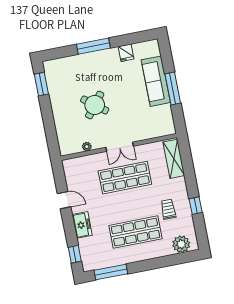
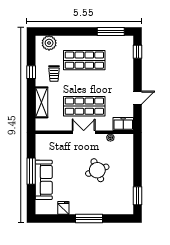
round table: (95, 105) -> (97, 170), turned 31
shelving: (174, 159) -> (41, 102), moved
door: (64, 200) -> (137, 98), swing flipped
freezer: (82, 225) -> (123, 124), moved, turned 90

